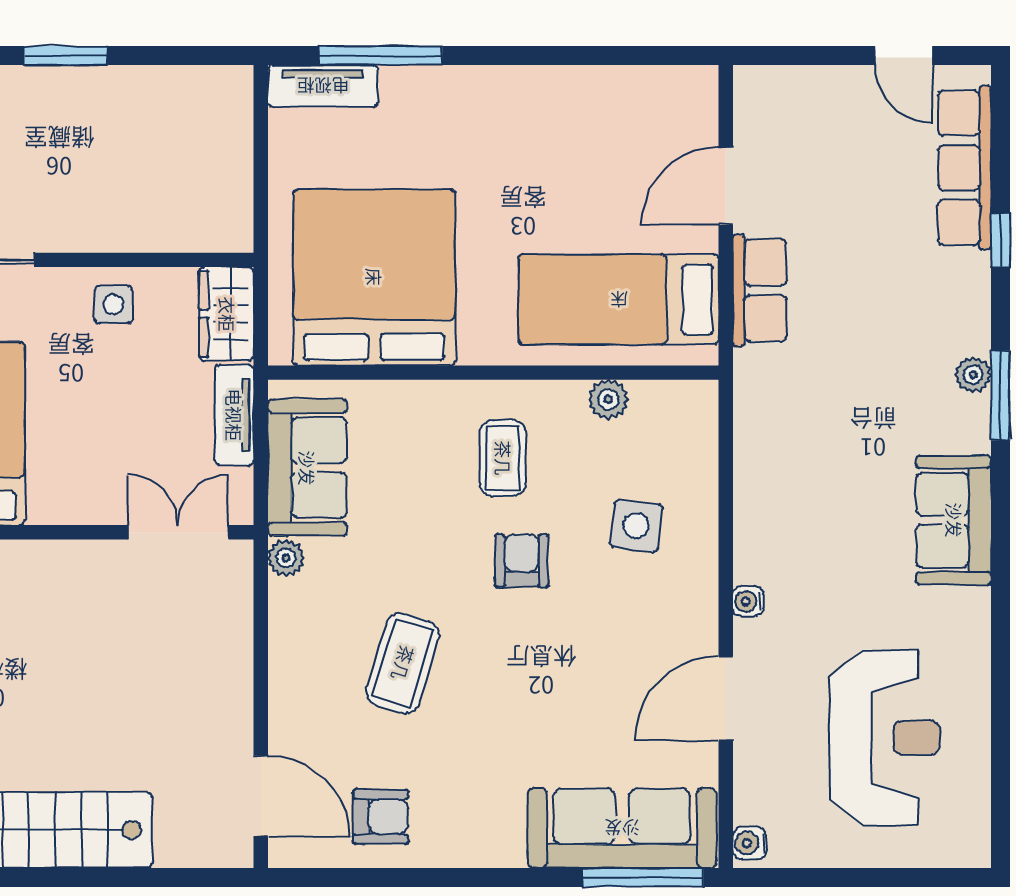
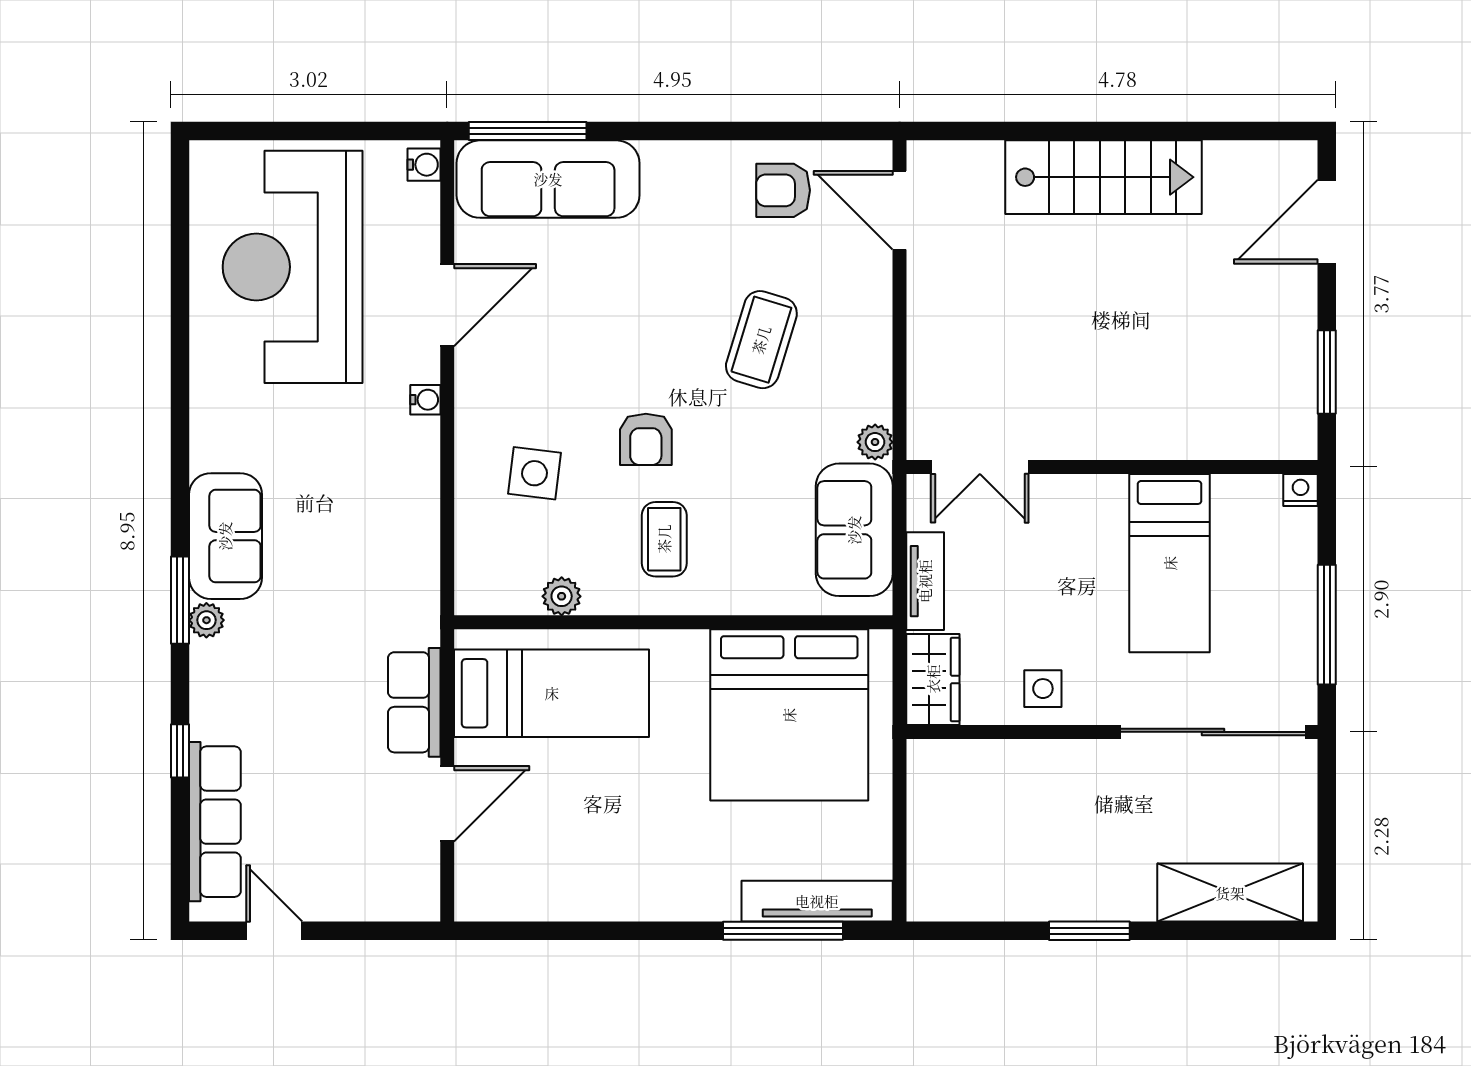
tv unit: (323, 86) -> (817, 901), width x1.41
sofa: (954, 520) -> (225, 536), moved
reception desk: (885, 738) -> (293, 267), width x1.36, depth x1.30

